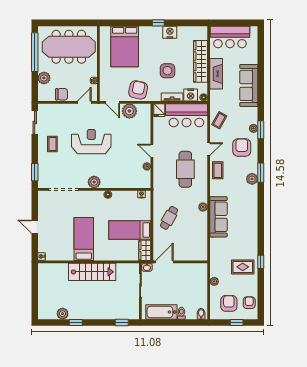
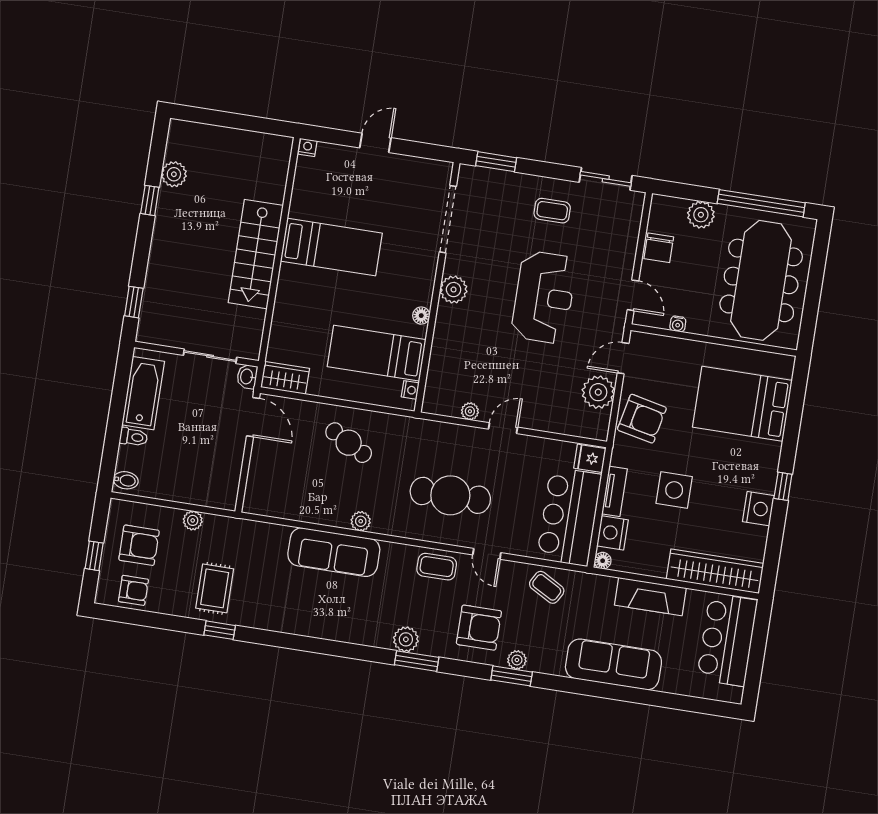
wardrobe: (201, 61) -> (715, 571), moved
bed: (130, 230) -> (377, 353), moved, turned -90

